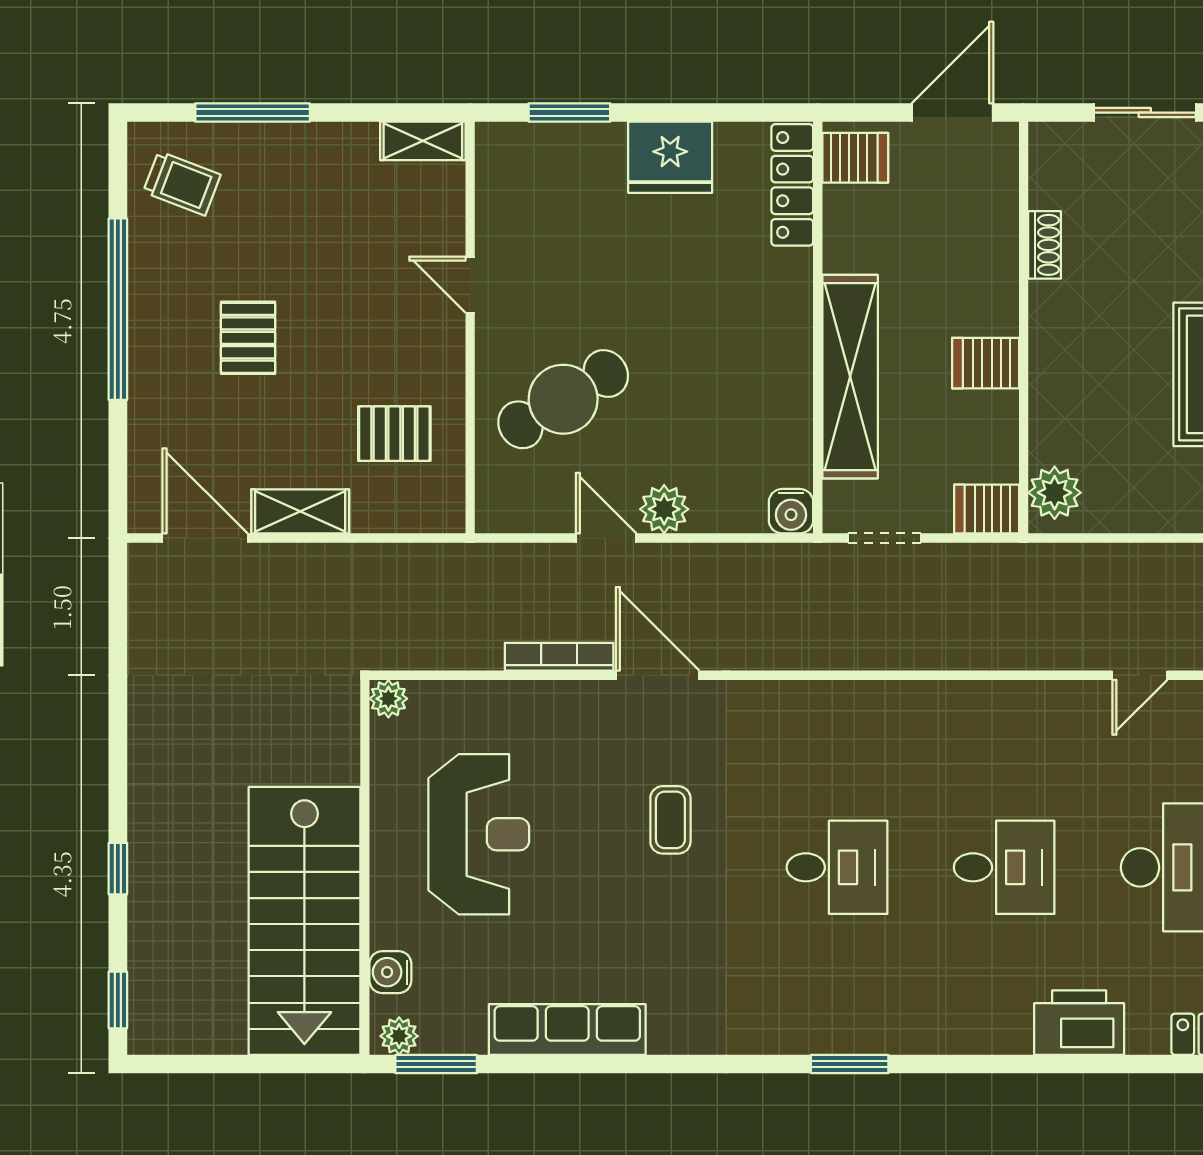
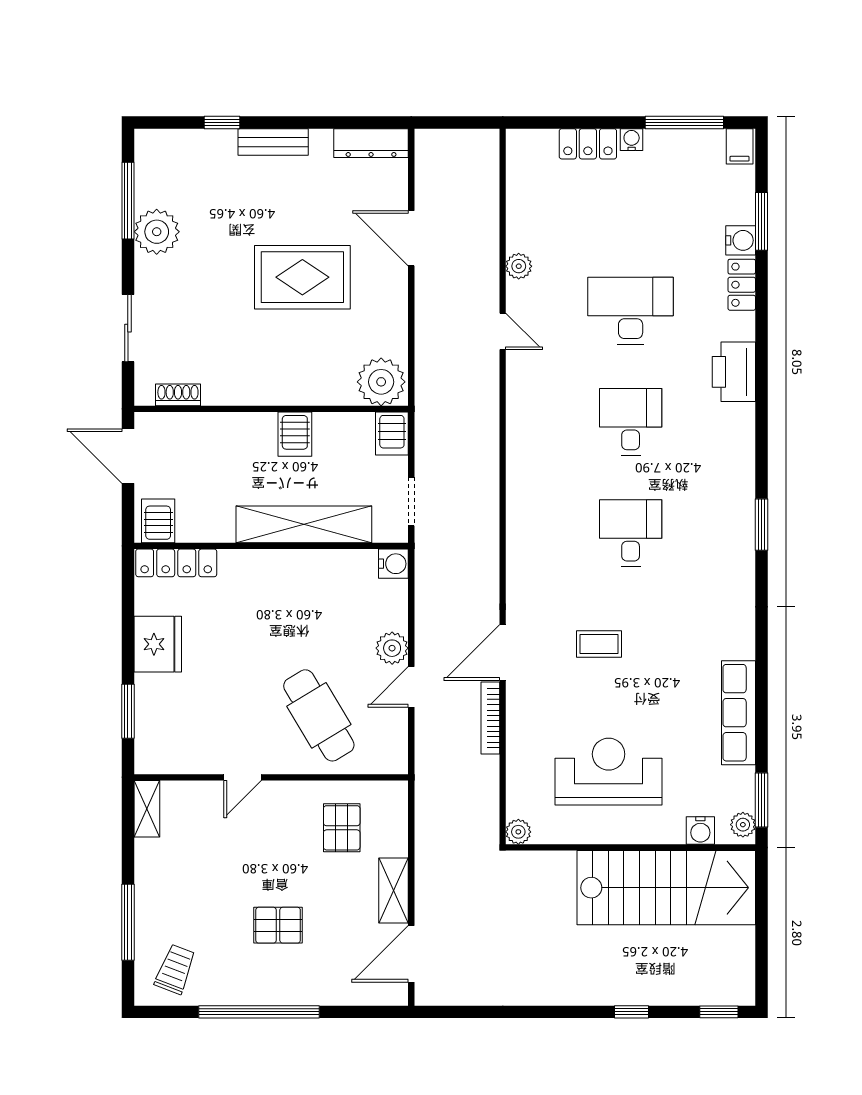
shoe rack: (1045, 245) -> (178, 395), moved
plant: (1055, 493) -> (381, 382), width x1.36, depth x1.36

